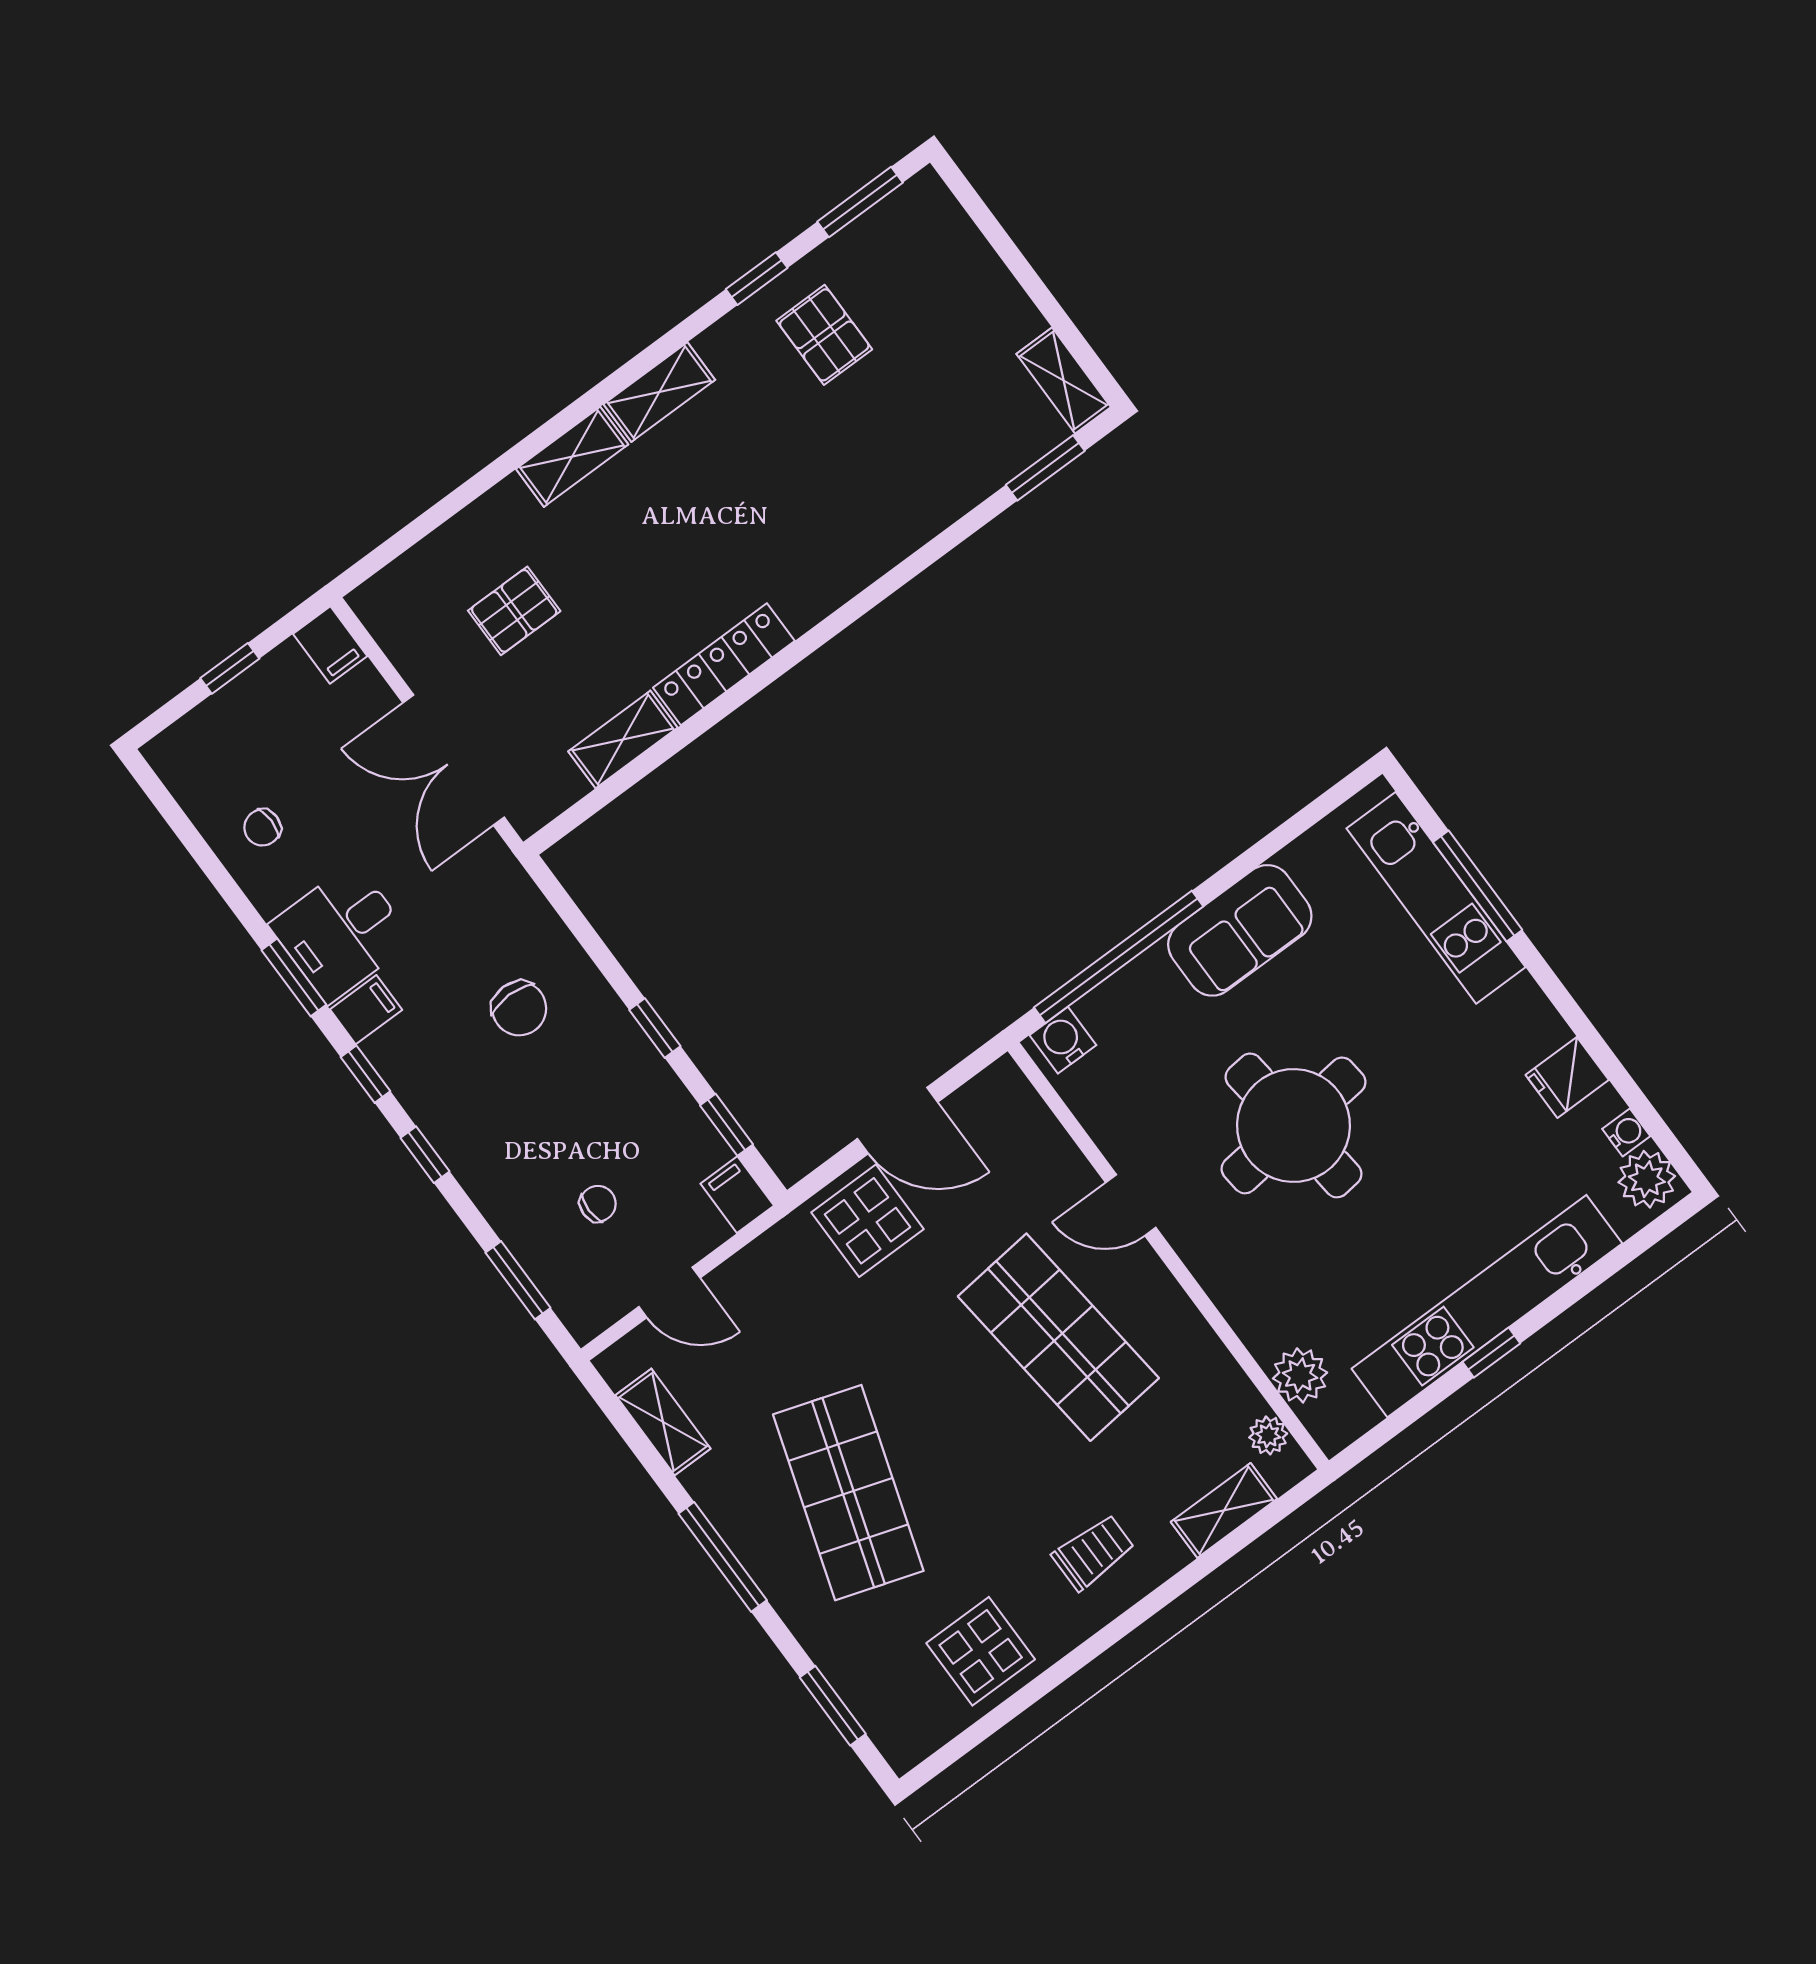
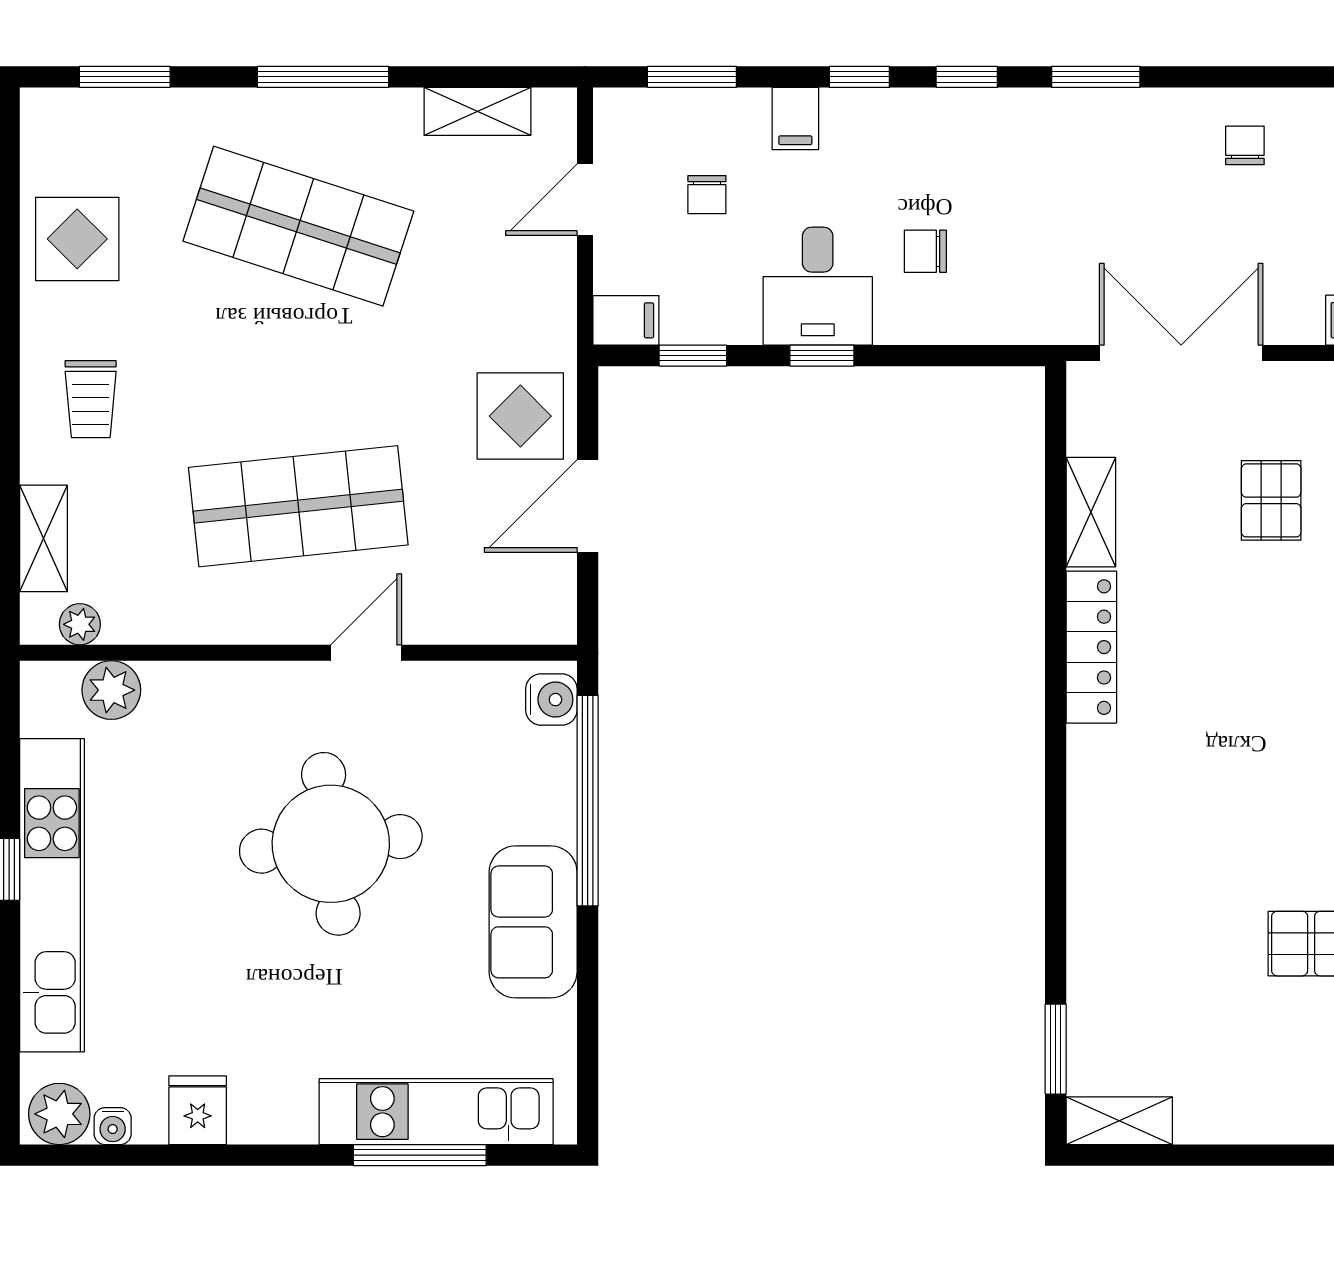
desk: (341, 933) -> (818, 286), moved, turned 180
chair: (519, 1008) -> (925, 251), width x0.73, depth x0.73
filing cabinet: (366, 1010) -> (795, 118), moved

